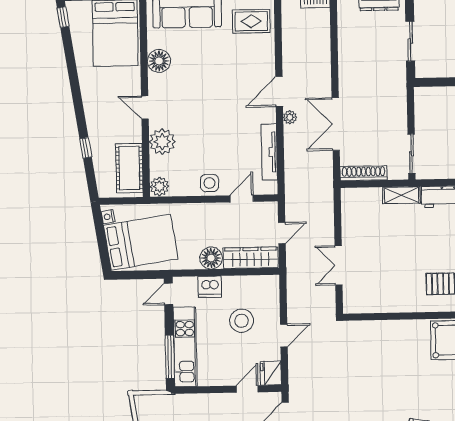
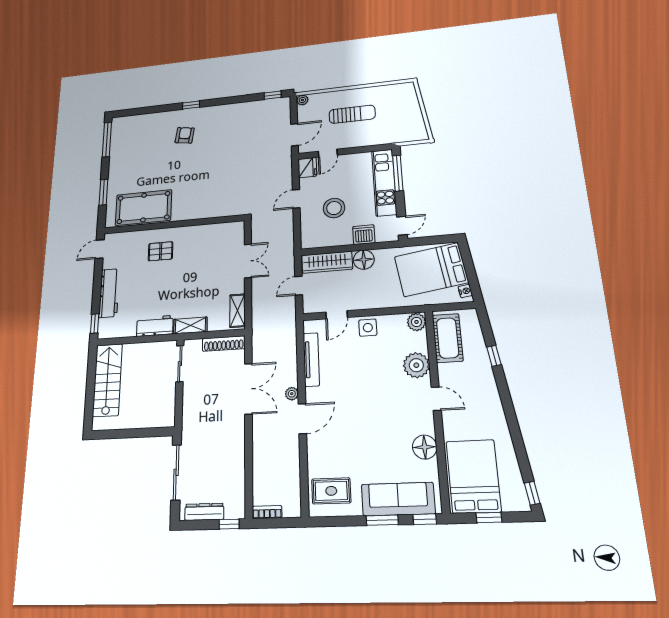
sliding door: (410, 41) -> (176, 472), width x1.37
shelving: (349, 209) -> (237, 311), added

